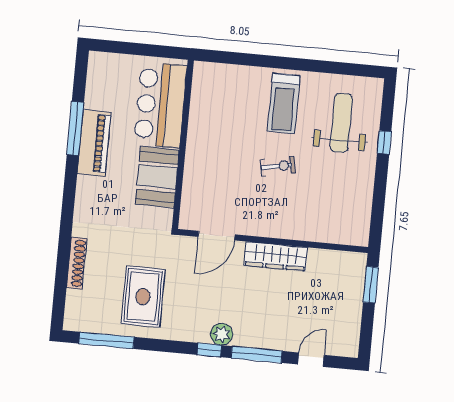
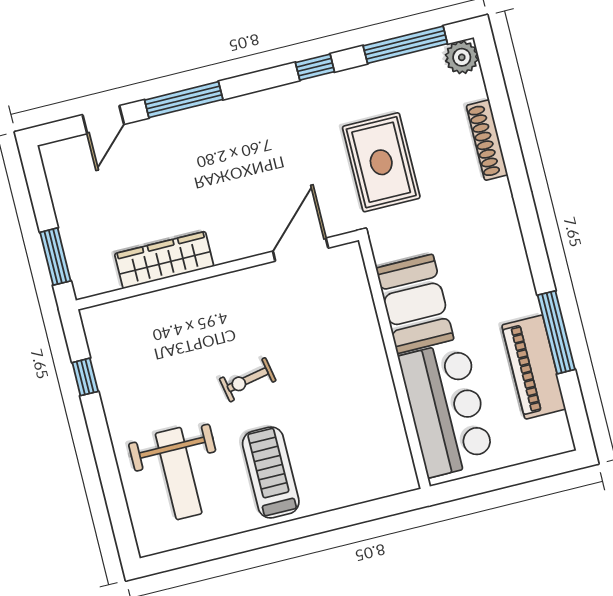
window: (384, 142) -> (85, 377), moved
piano: (94, 143) -> (534, 367), moved
wardrobe: (276, 256) -> (164, 260), moved
rug: (143, 297) -> (381, 162), moved
plant: (222, 334) -> (462, 57), moved
window: (209, 350) -> (315, 67), moved

